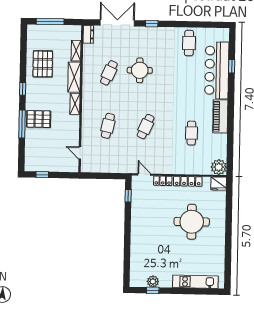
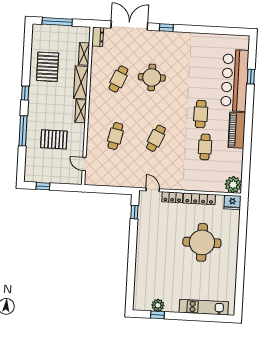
cafe table: (189, 43) -> (201, 114), moved
pallet: (39, 119) -> (54, 139), moved

